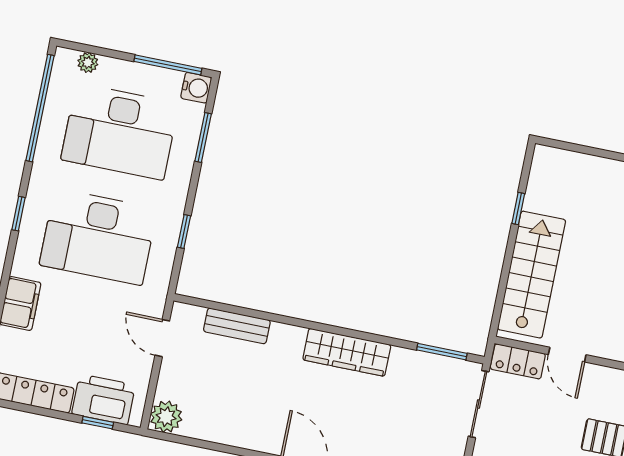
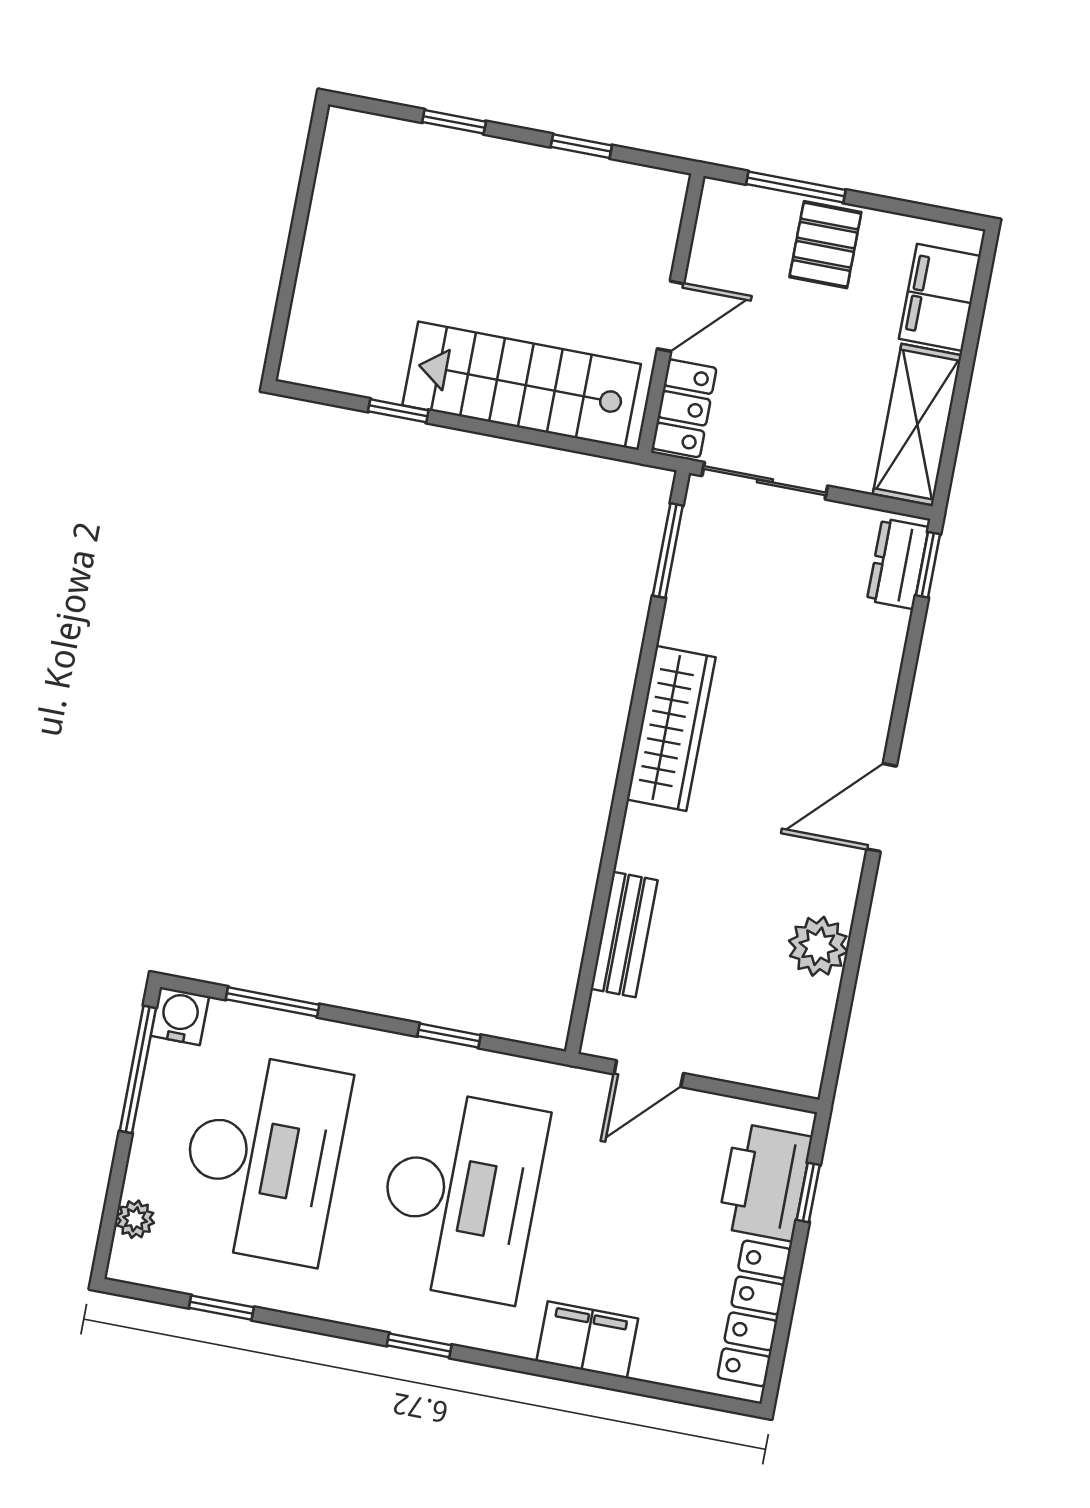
window: (40, 108) -> (221, 1308), width x0.32
plant: (166, 417) -> (818, 946), moved

